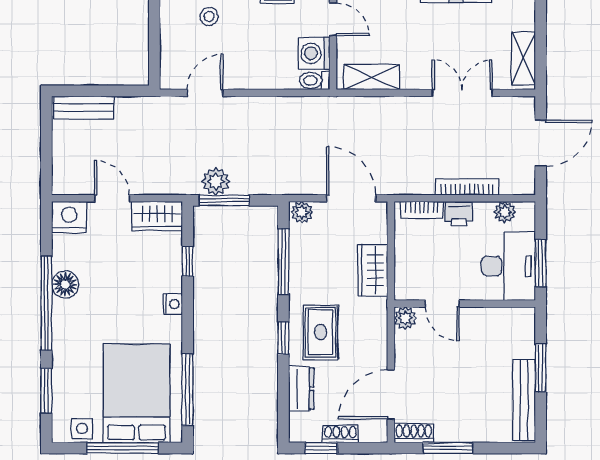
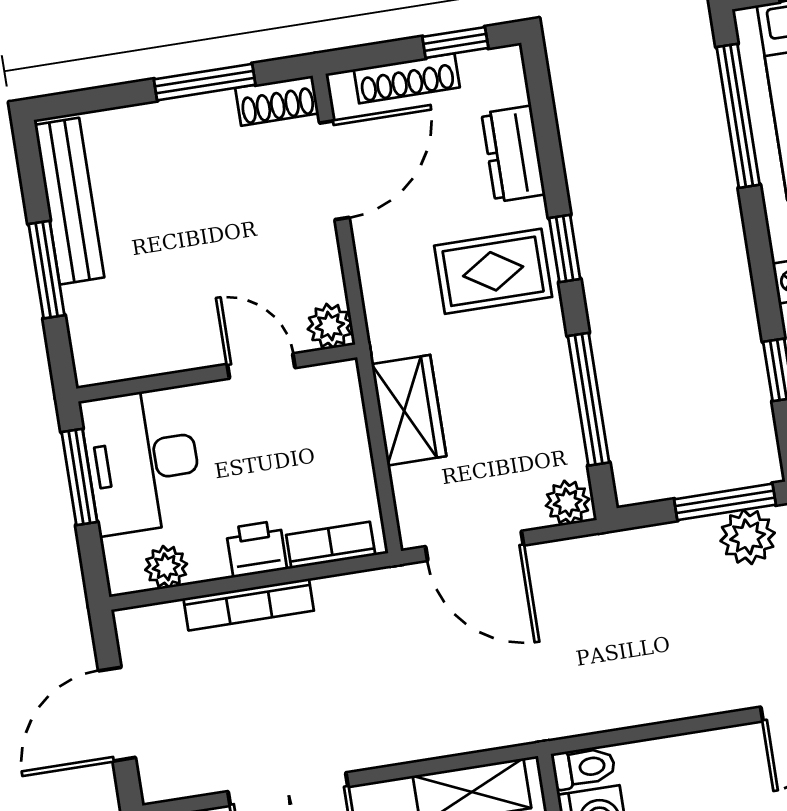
rug: (320, 332) -> (493, 271), turned 90
shoe rack: (340, 434) -> (407, 78), width x1.43

